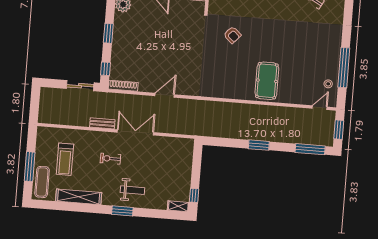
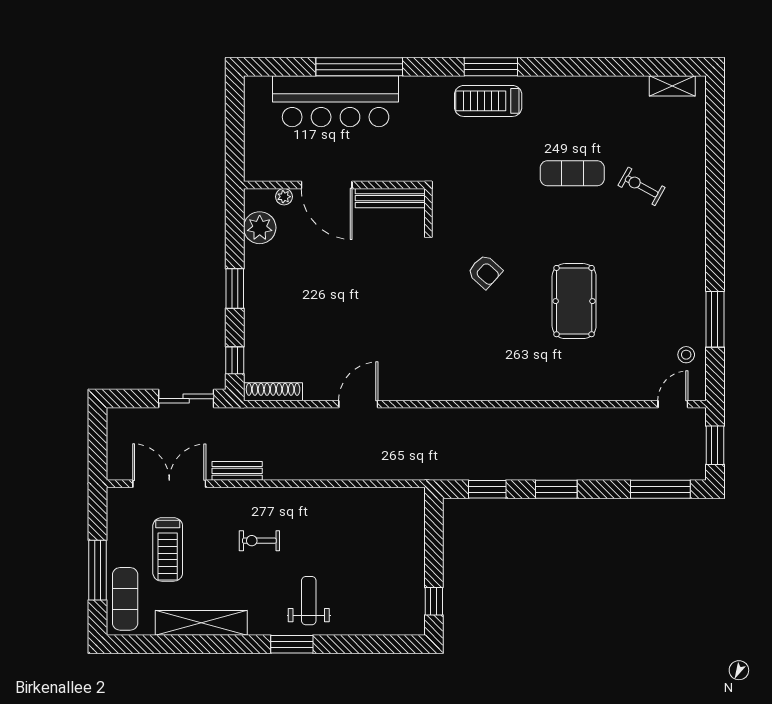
window: (344, 68) -> (715, 319), width x0.68
pool table: (267, 81) -> (574, 301), moved
double door: (135, 132) -> (169, 484), moved
window: (225, 142) -> (487, 489), added
weight bench: (132, 190) -> (309, 601), turned -90
shelving: (178, 206) -> (404, 626), removed

